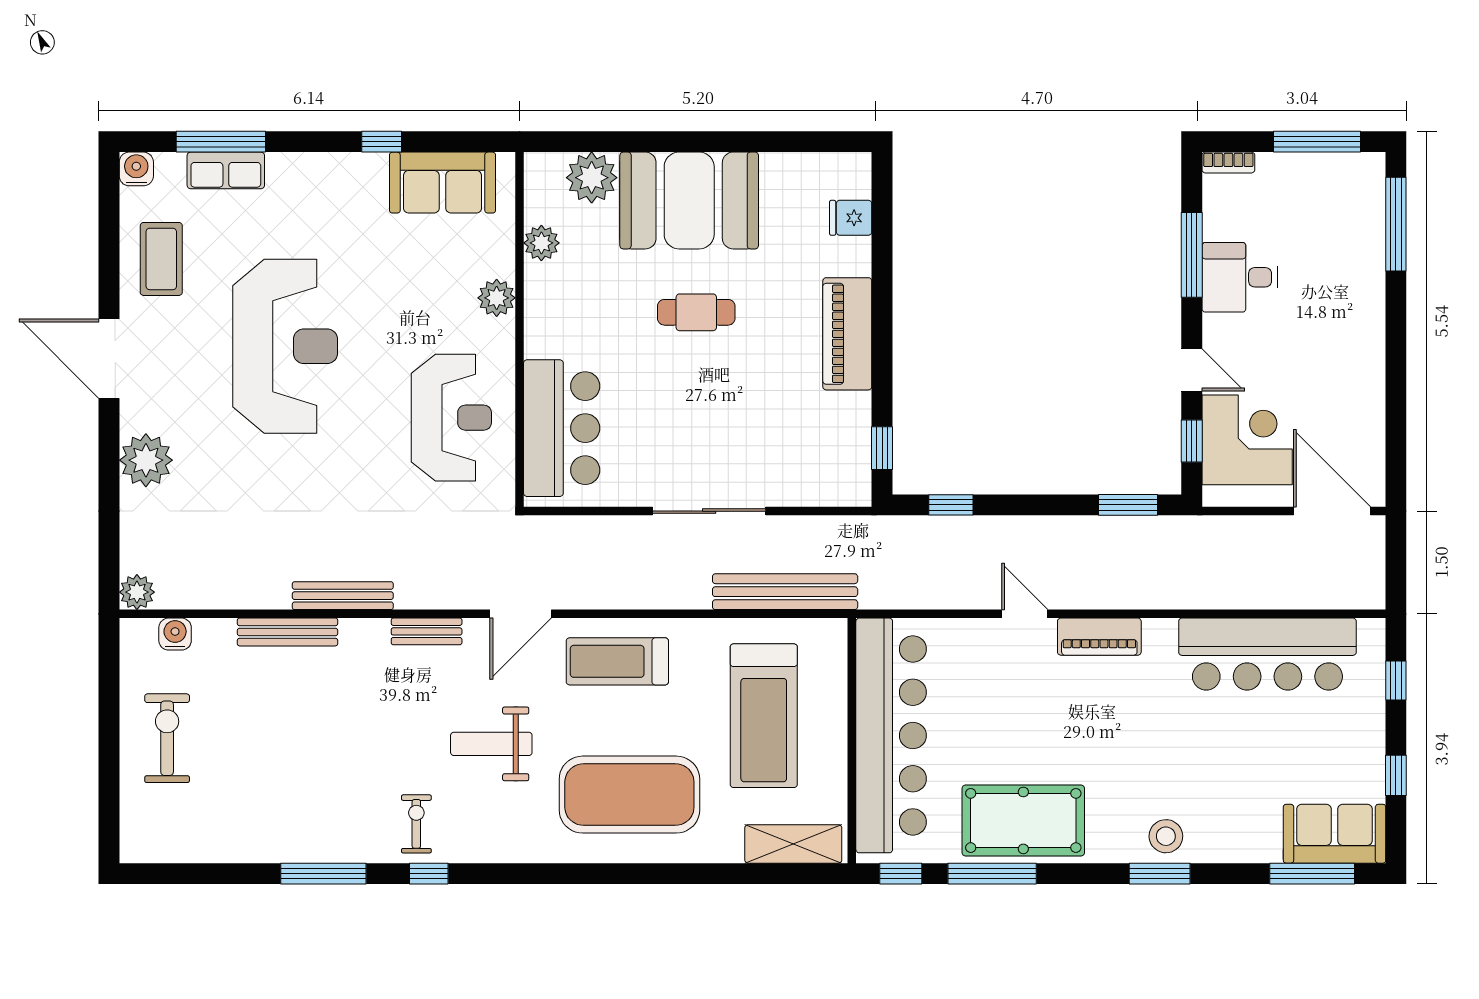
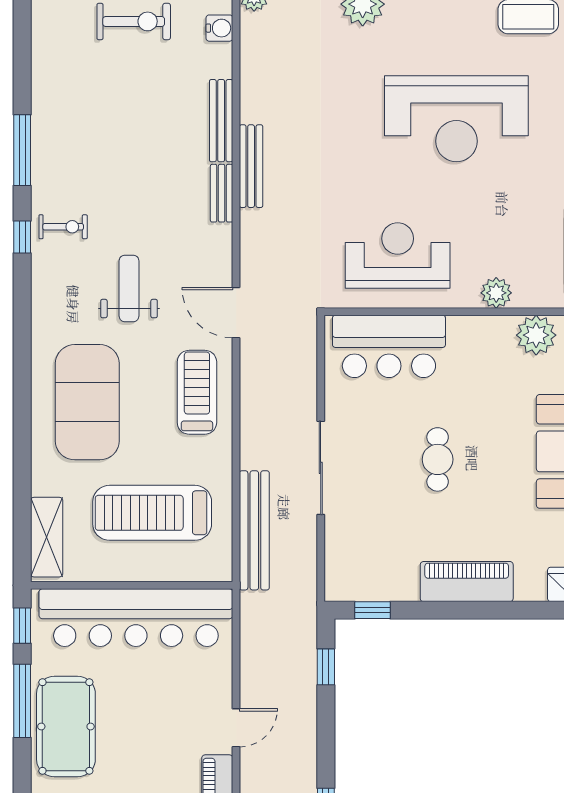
plant: (541, 243) -> (536, 335), width x1.36, depth x1.36
cafe table: (696, 312) -> (438, 459), moved
reception desk: (451, 418) -> (398, 256), turned 180
bench: (427, 631) -> (222, 193), moved

